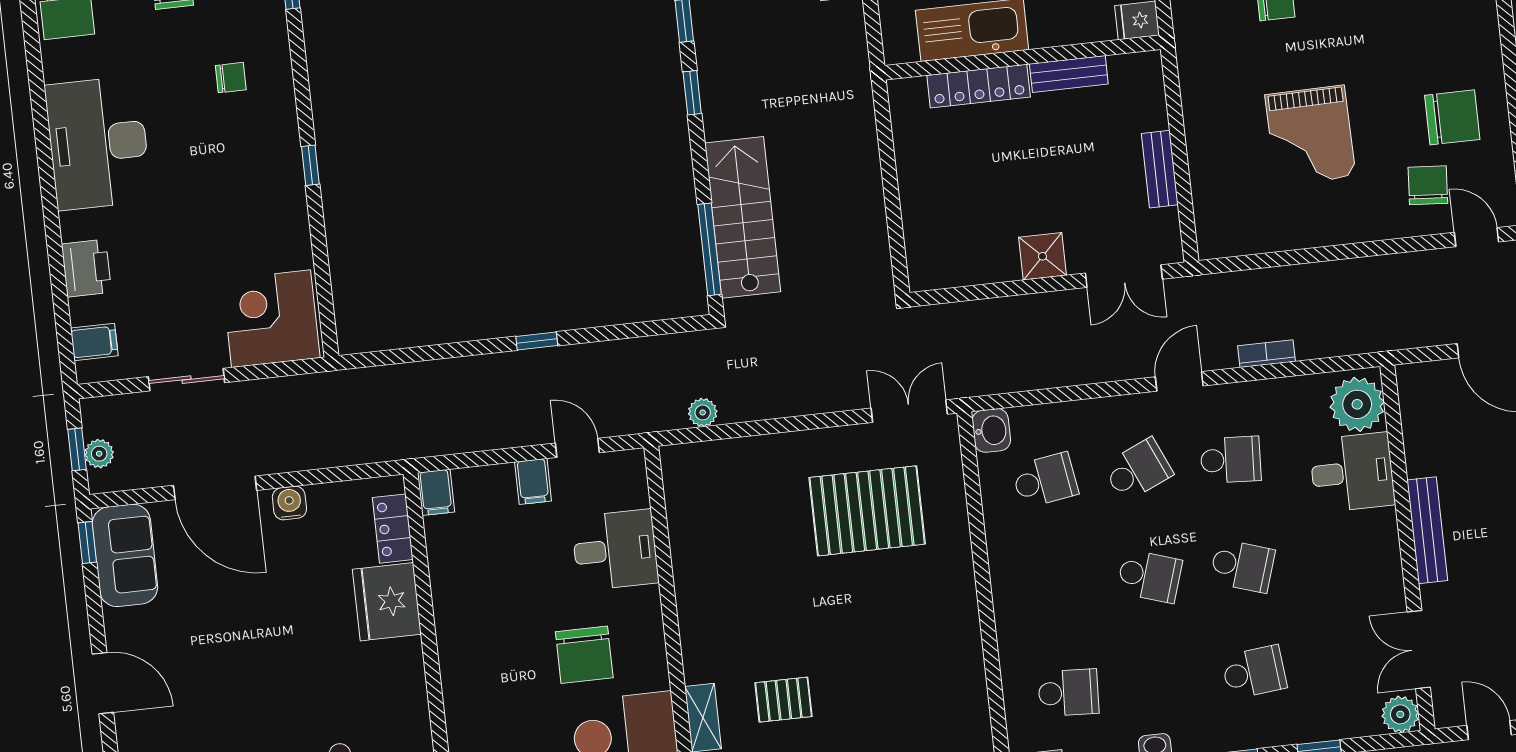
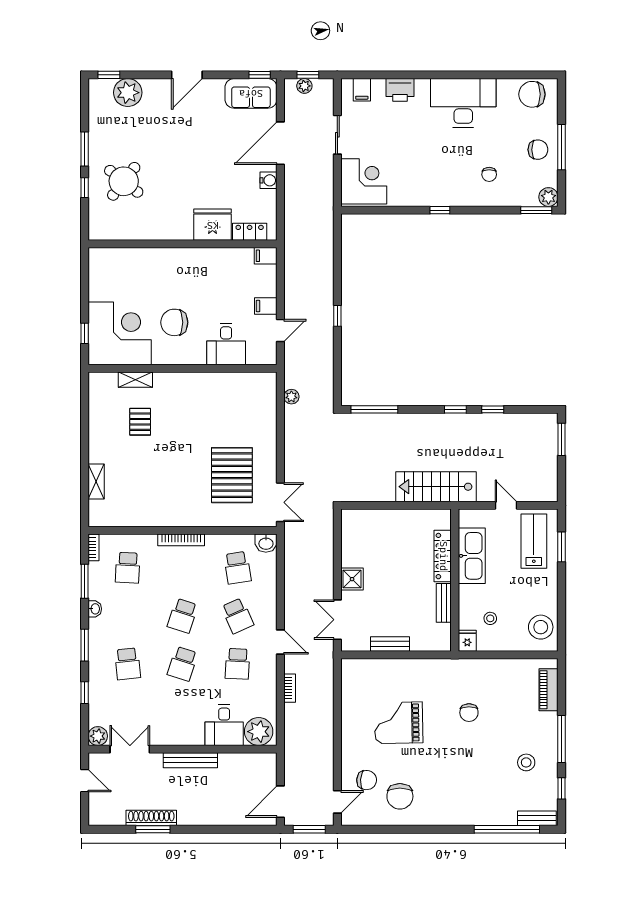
stairs: (743, 217) -> (436, 487), moved, turned 180
bookcase: (1003, 595) -> (181, 540), added
door: (1489, 730) -> (85, 781), hinge flipped

